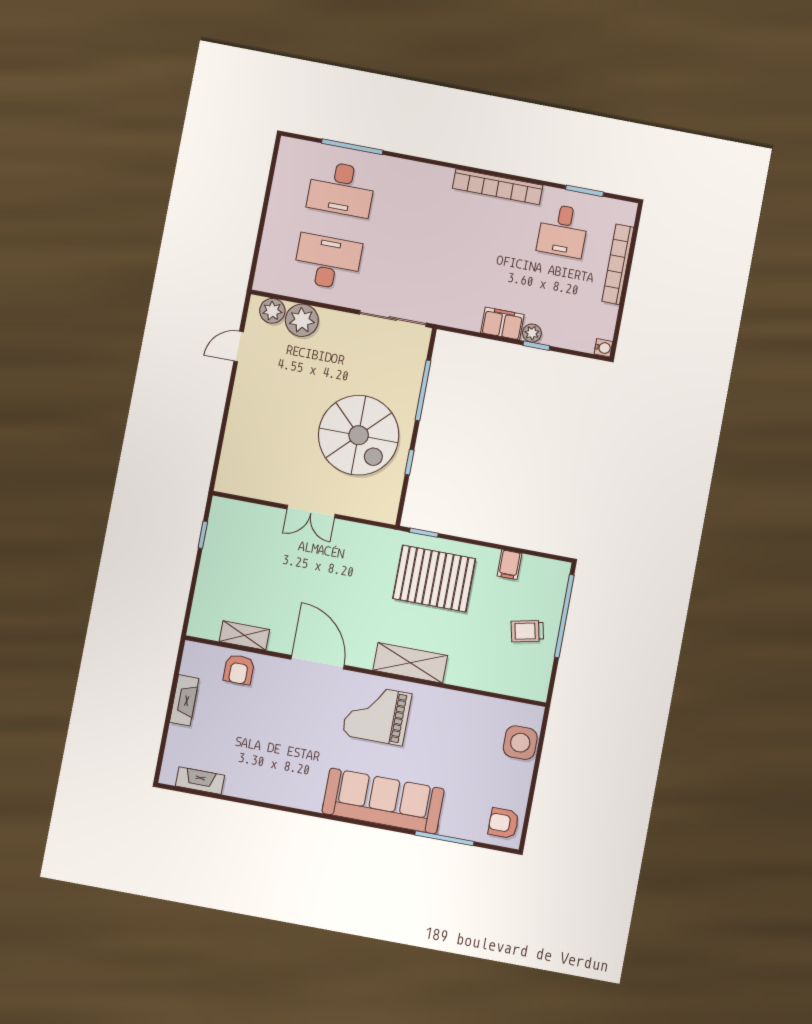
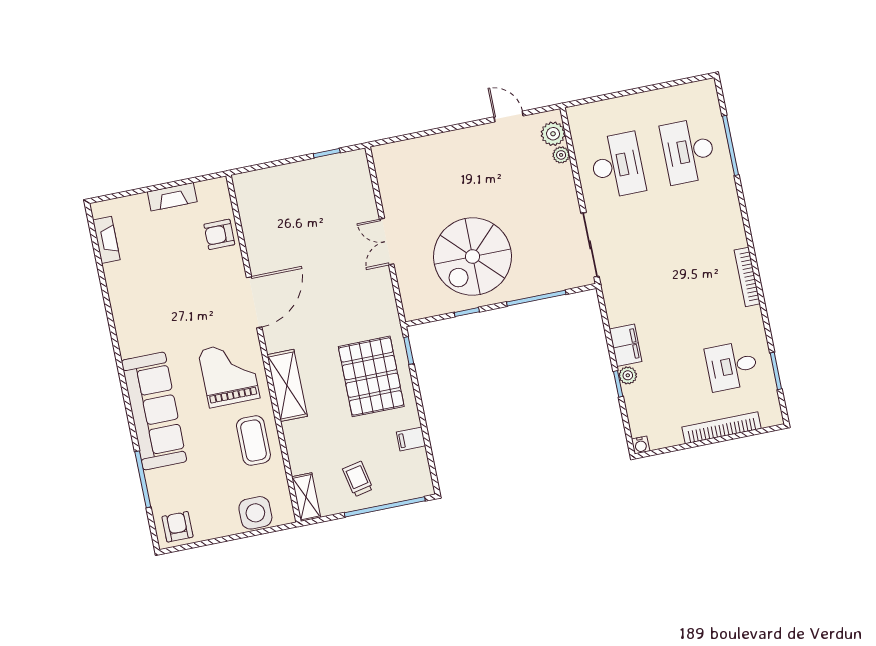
bookcase: (498, 187) -> (747, 277), width x0.68, depth x0.76
plant: (302, 320) -> (561, 155), width x0.53, depth x0.53
shelving: (244, 636) -> (306, 497), moved
coffee table: (450, 716) -> (253, 441), added

